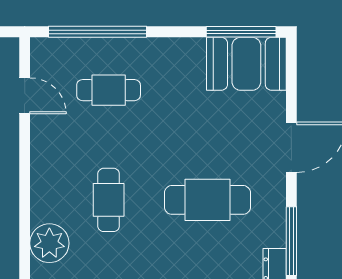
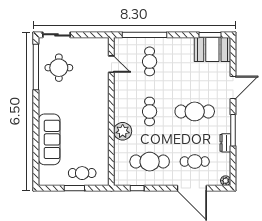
window: (241, 32) -> (210, 35), width x0.69
cafe table: (109, 90) -> (150, 61), turned 90

